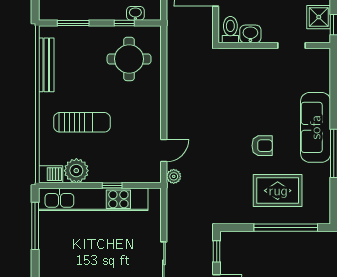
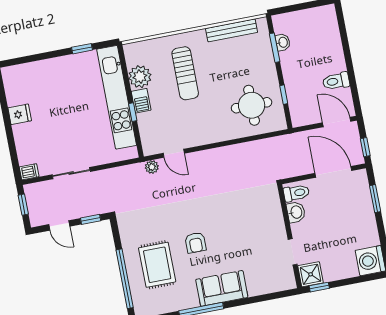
washbasin: (135, 13) -> (283, 42), moved
shower: (319, 17) -> (311, 274), moved
sofa: (316, 127) -> (222, 288), width x0.73
barbecue: (51, 174) -> (141, 101), moved
window: (35, 226) -> (82, 49), width x0.46

